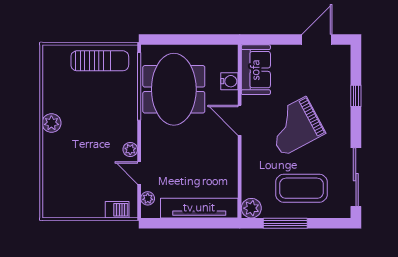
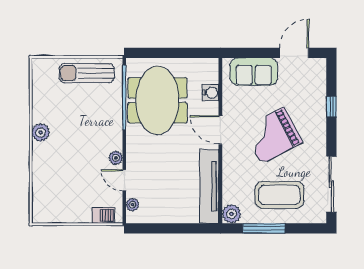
sun lounger: (100, 61) -> (87, 73), turned 180
sofa: (256, 70) -> (254, 72), moved, turned 90
tv unit: (199, 208) -> (209, 186), moved, turned -90

